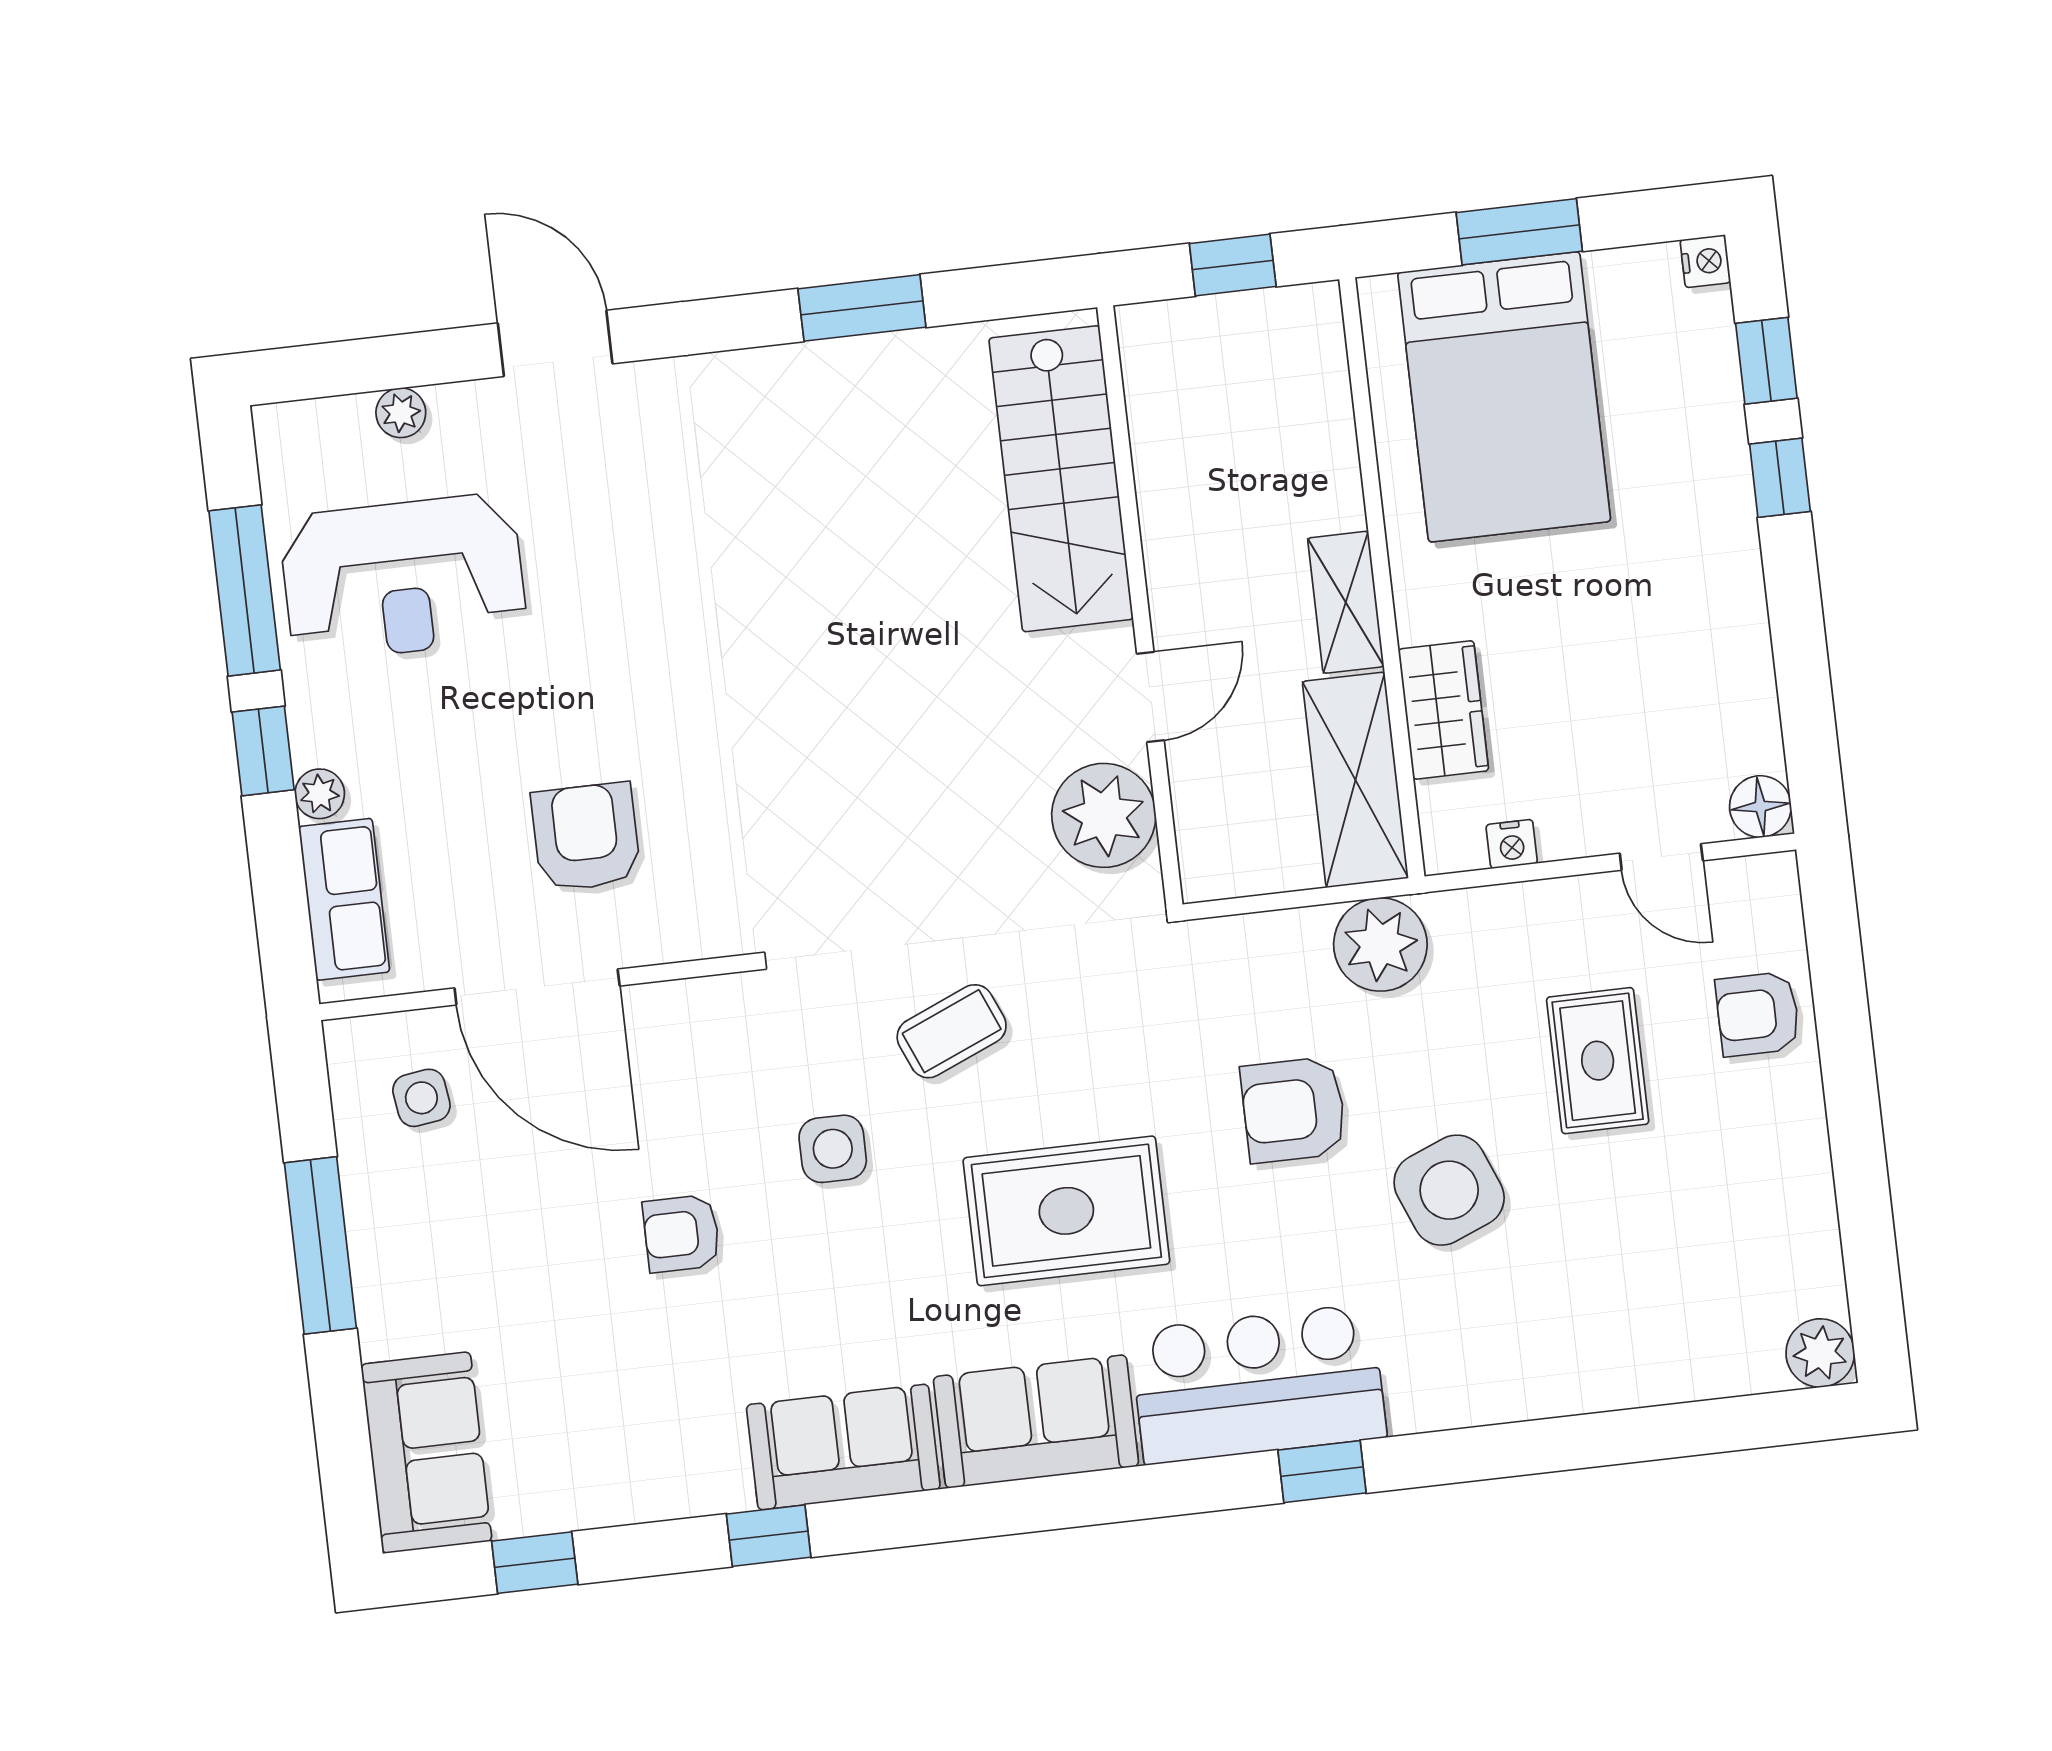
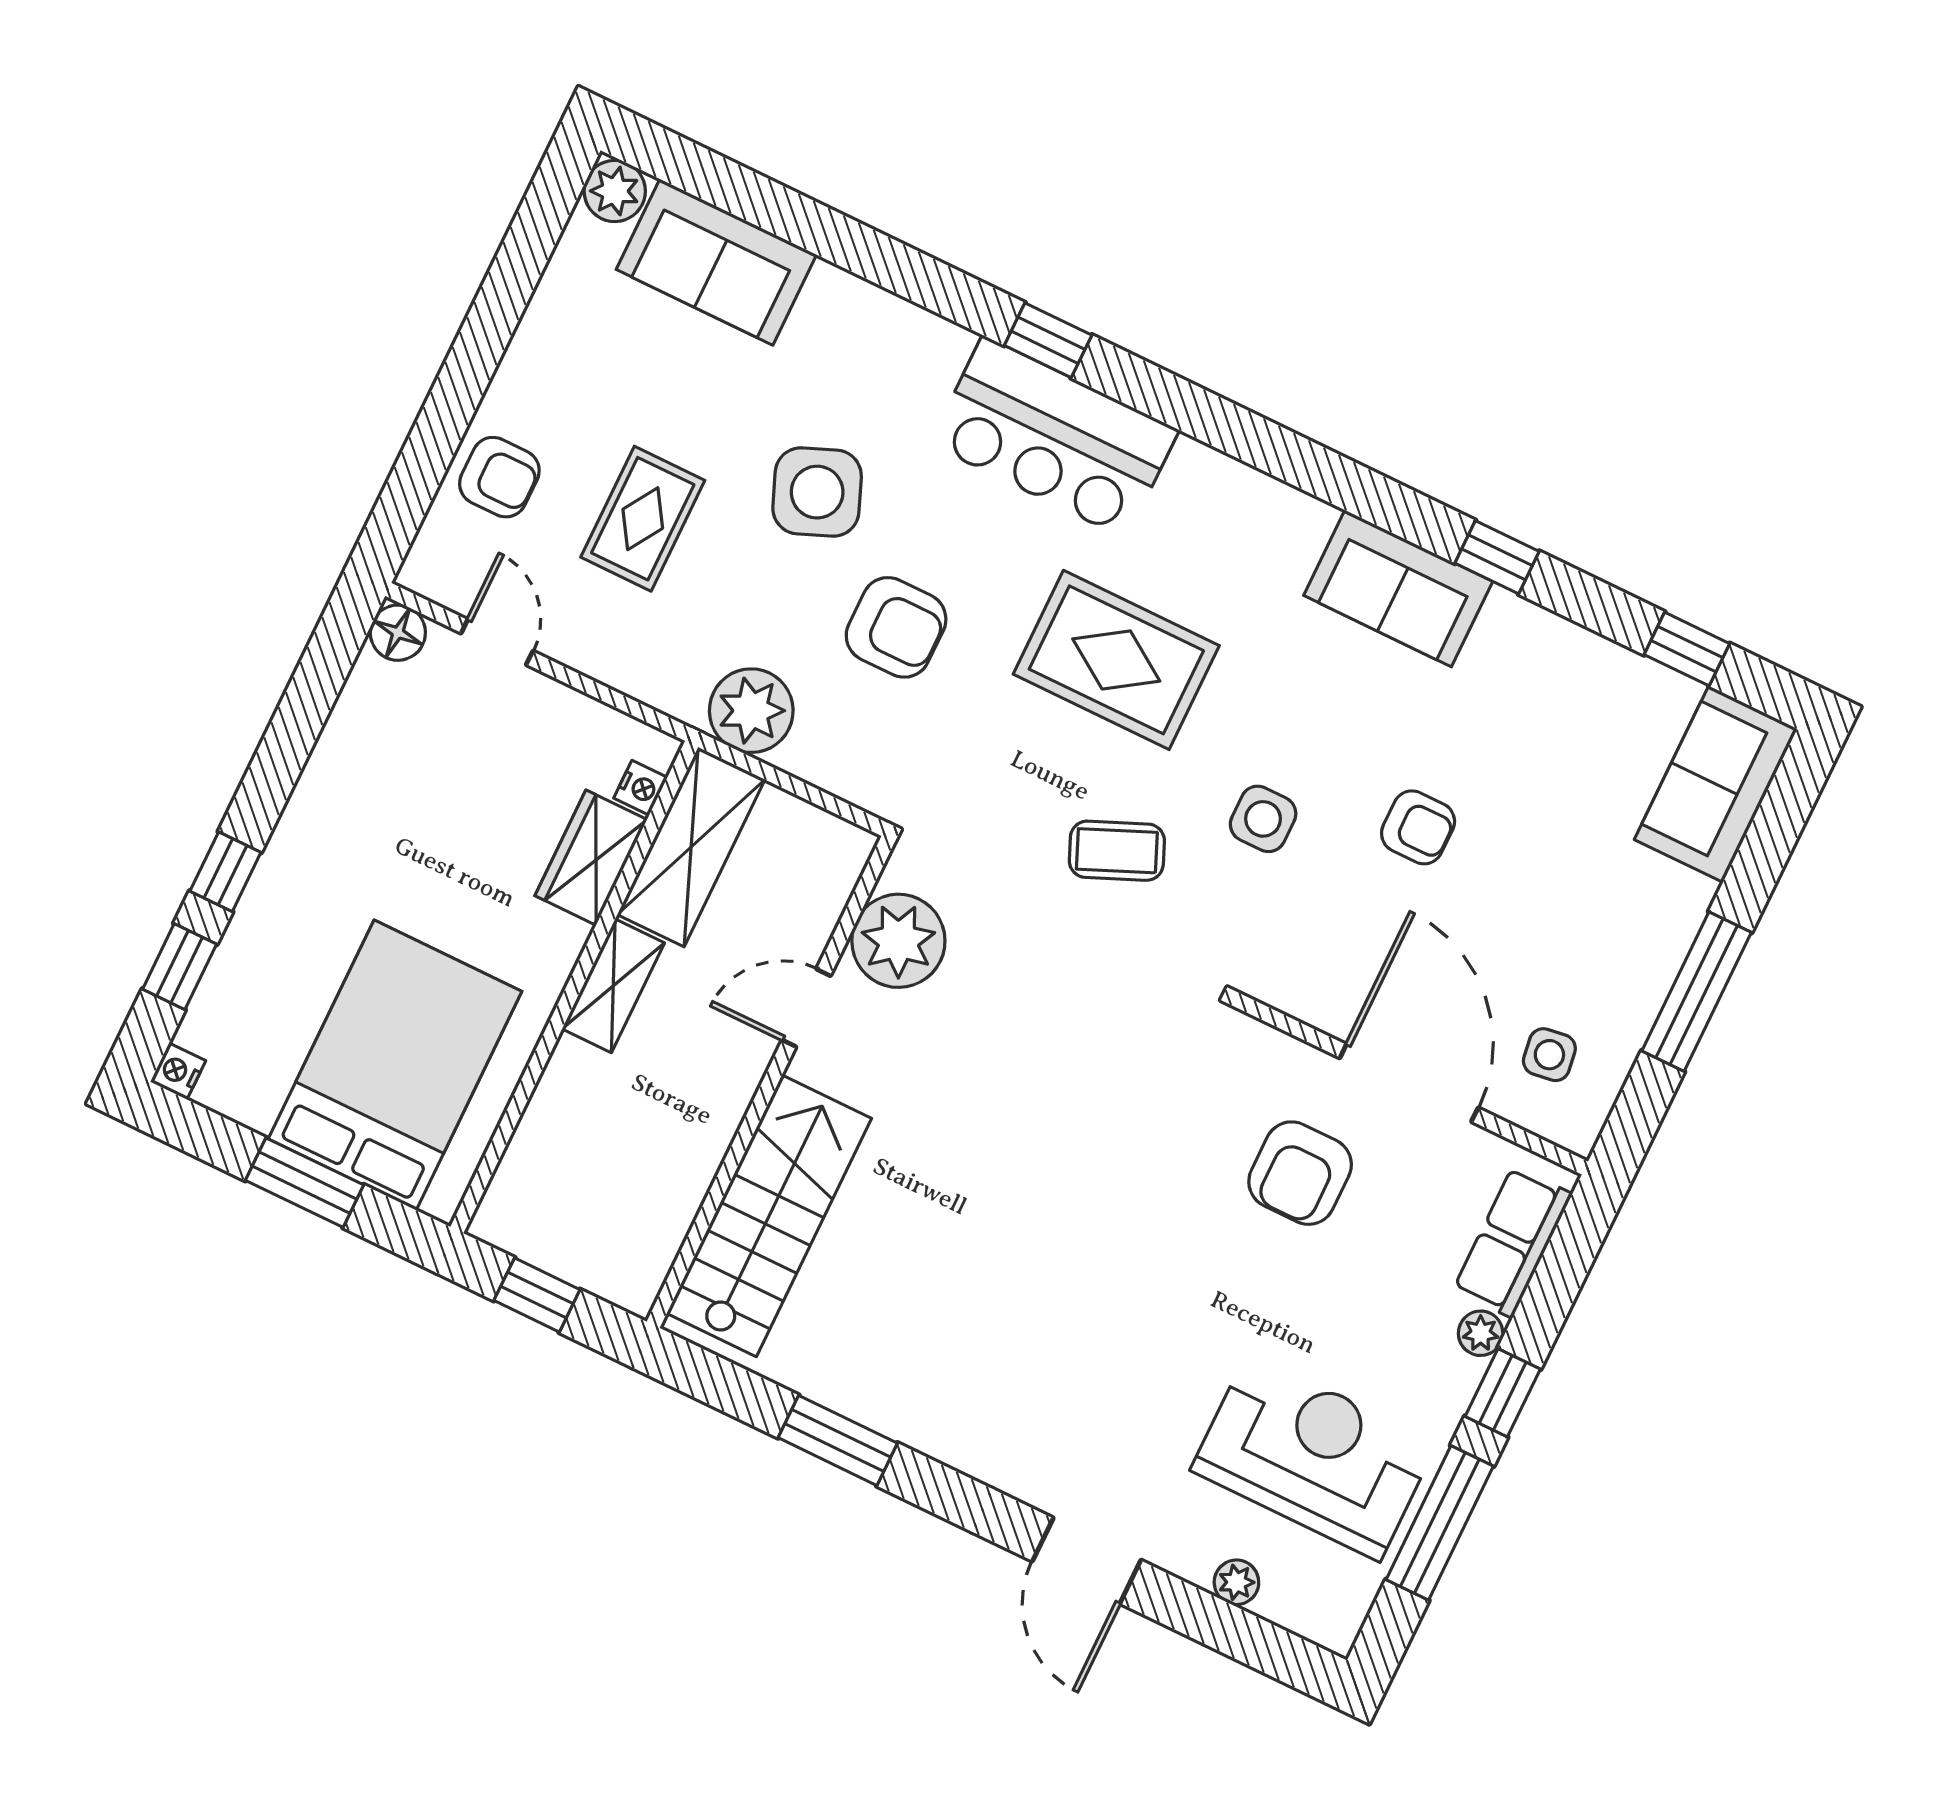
nightstand: (1512, 844) -> (641, 788), moved, turned 90
sofa: (1036, 1422) -> (716, 262), moved

